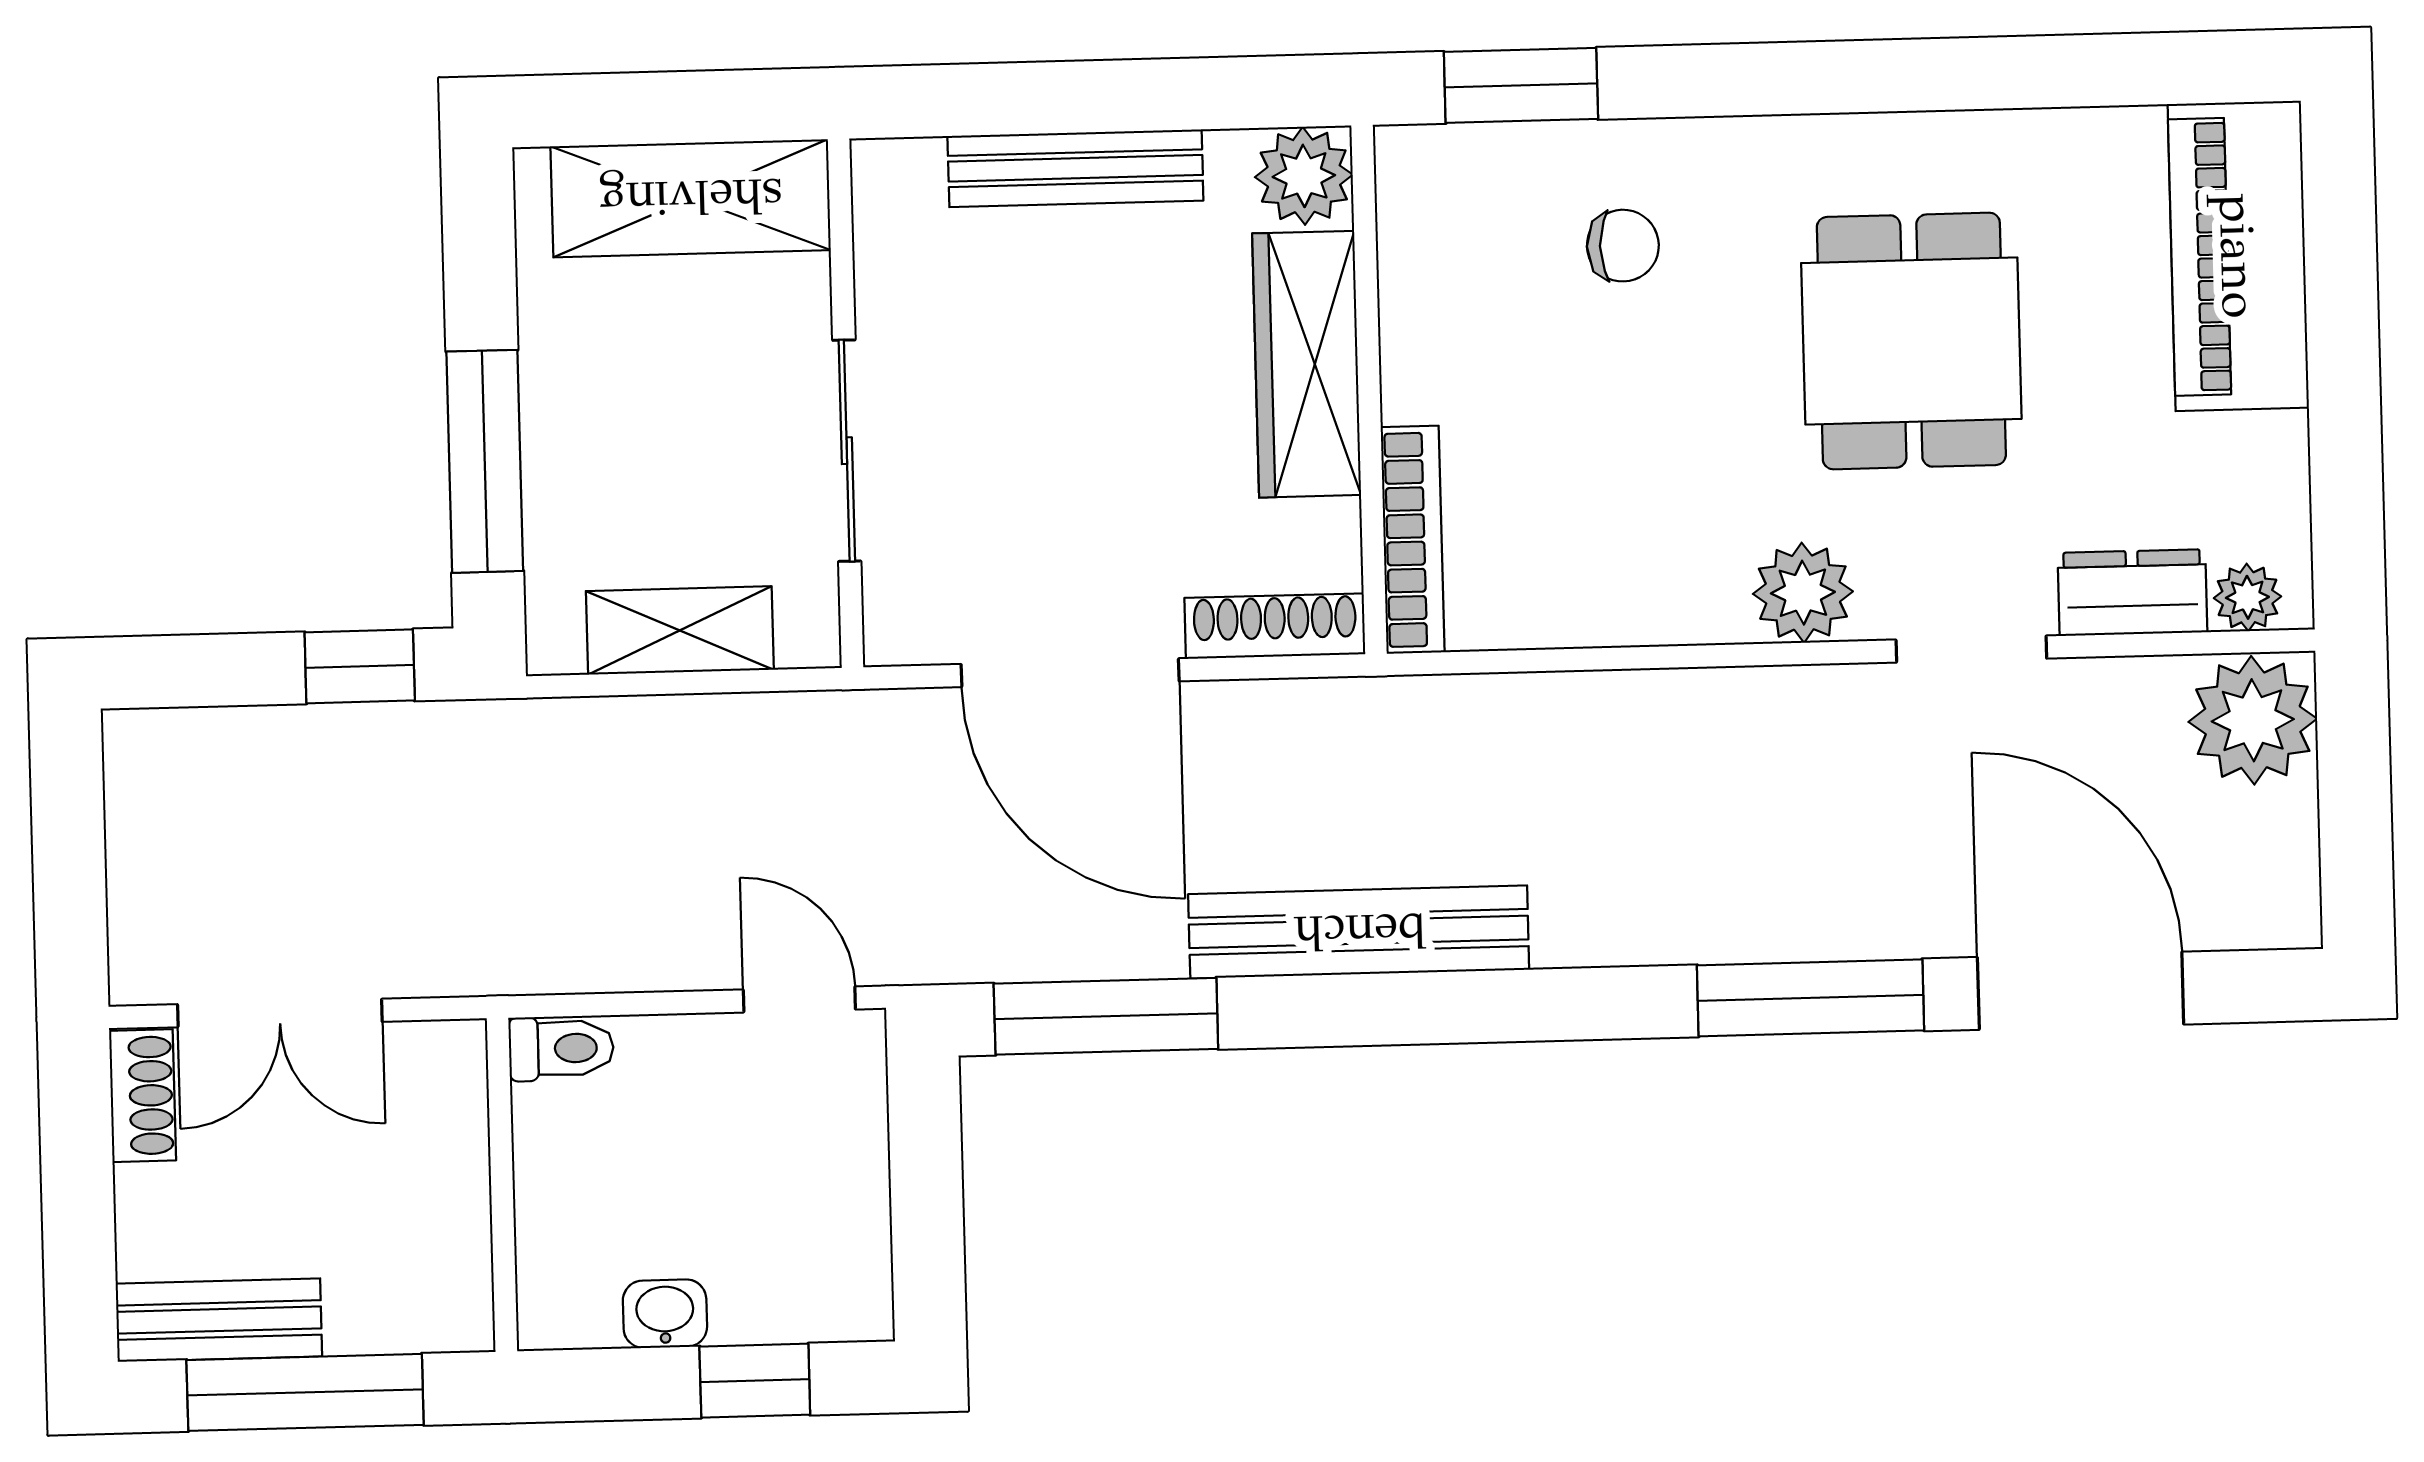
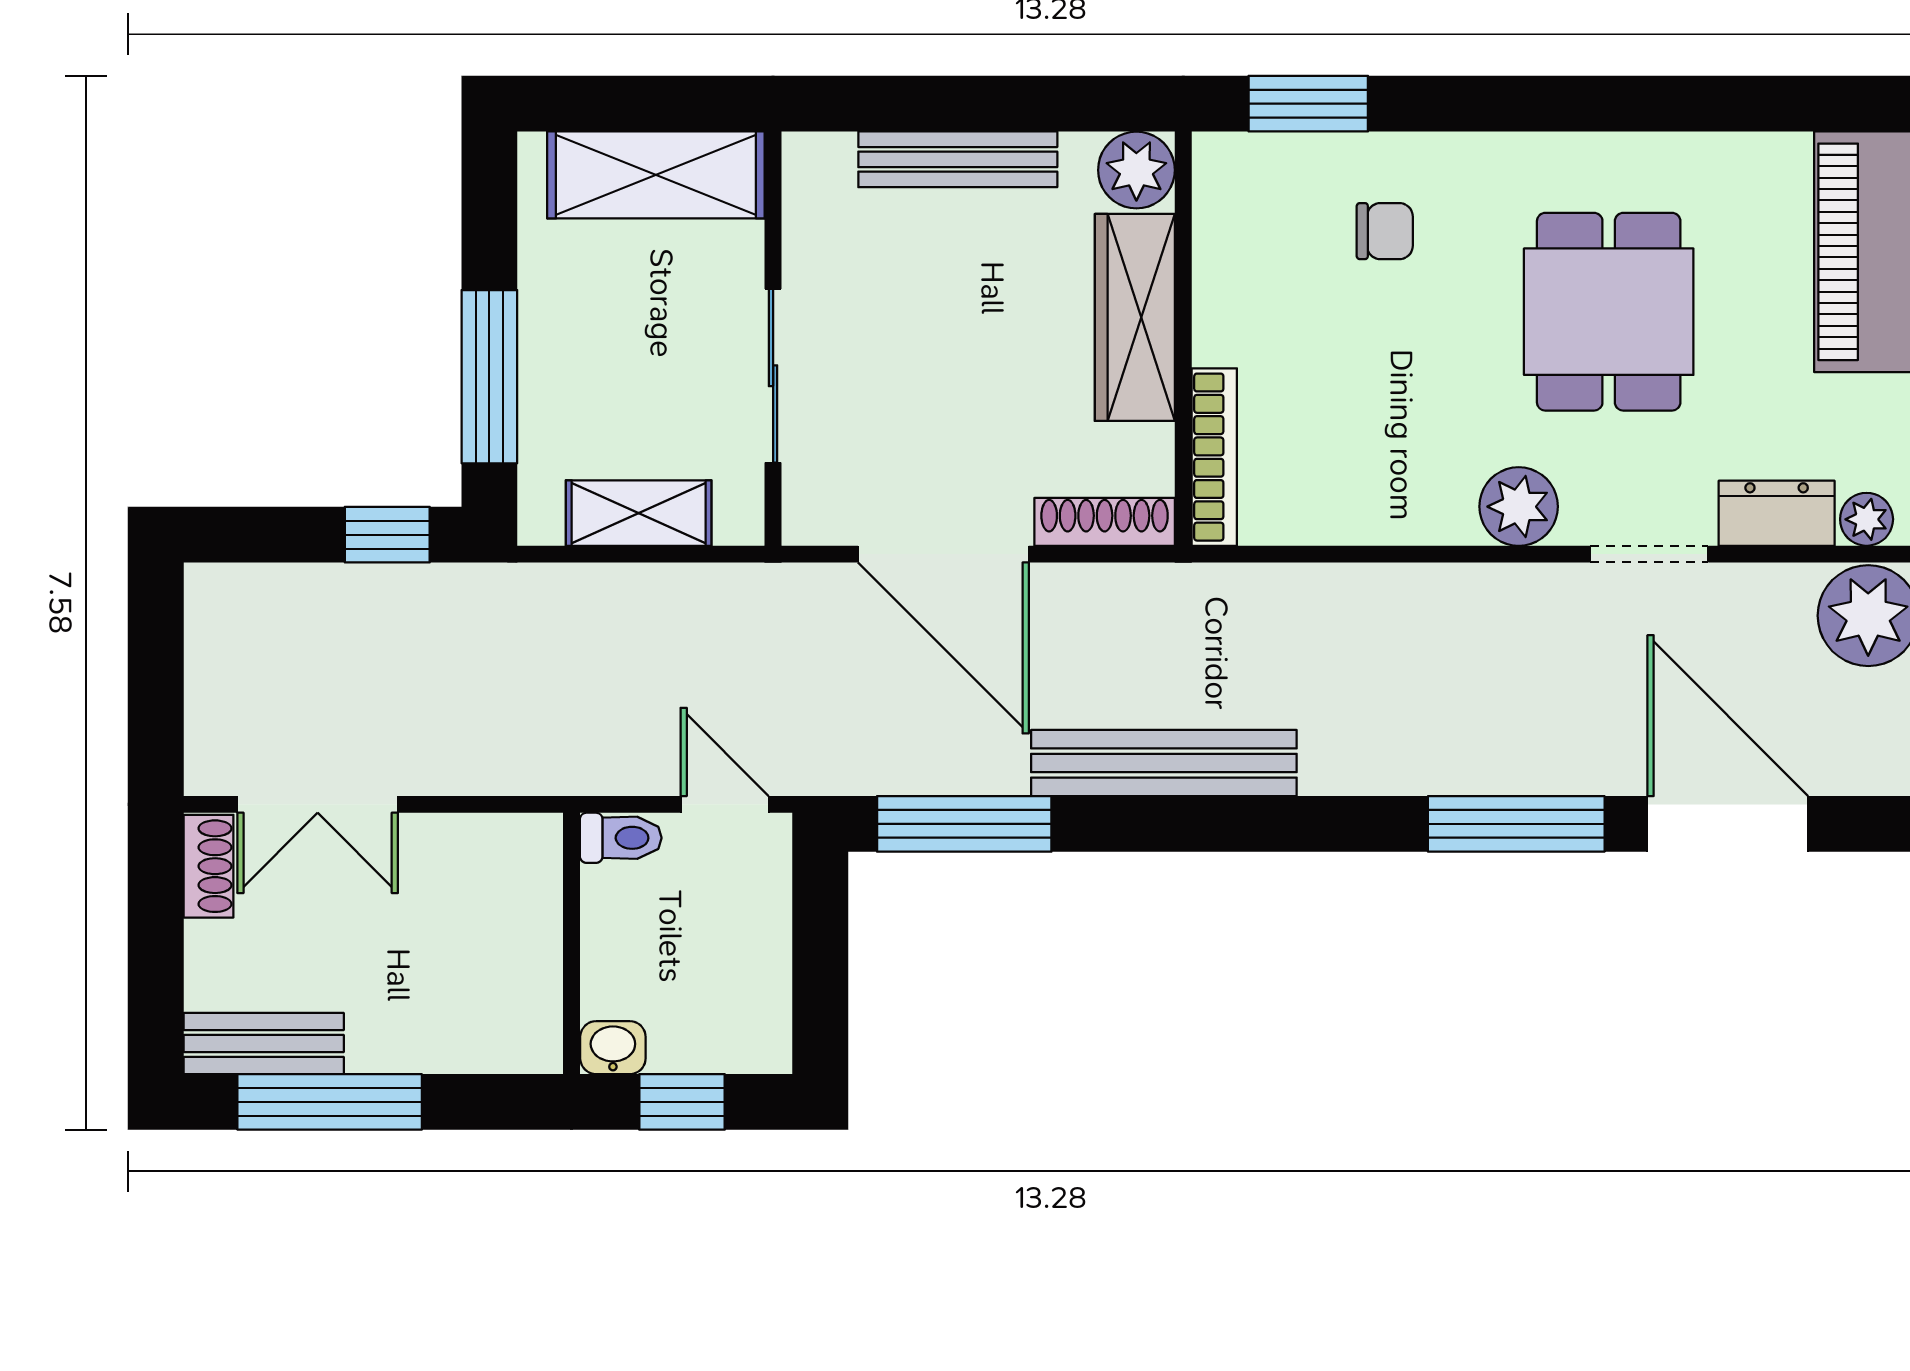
toilet: (561, 1048) -> (621, 838), moved
wall: (502, 1185) -> (571, 943), moved

